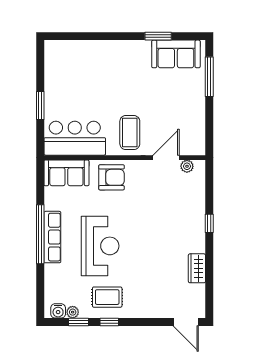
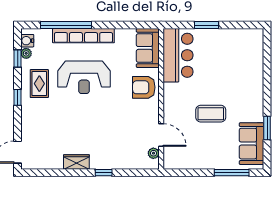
coffee table: (130, 133) -> (211, 114), moved
armchair: (112, 177) -> (144, 87), turned 90
window: (40, 234) -> (66, 25), moved
row of seats: (52, 237) -> (83, 36), width x1.36
wardrobe: (197, 268) -> (76, 162), moved
window: (109, 322) -> (18, 97), moved

